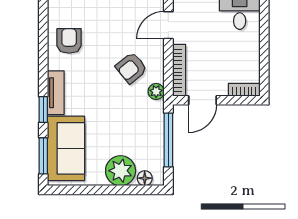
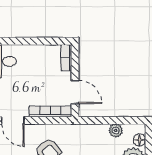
plant: (156, 92) -> (116, 130), moved
window: (168, 140) -> (108, 120), removed

